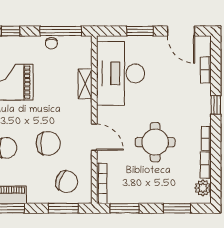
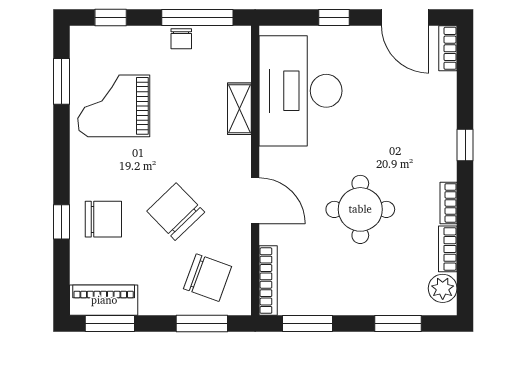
window: (140, 31) -> (334, 17), width x0.67
bookcase: (206, 70) -> (448, 48), moved
chair: (48, 143) -> (176, 212), turned -134

